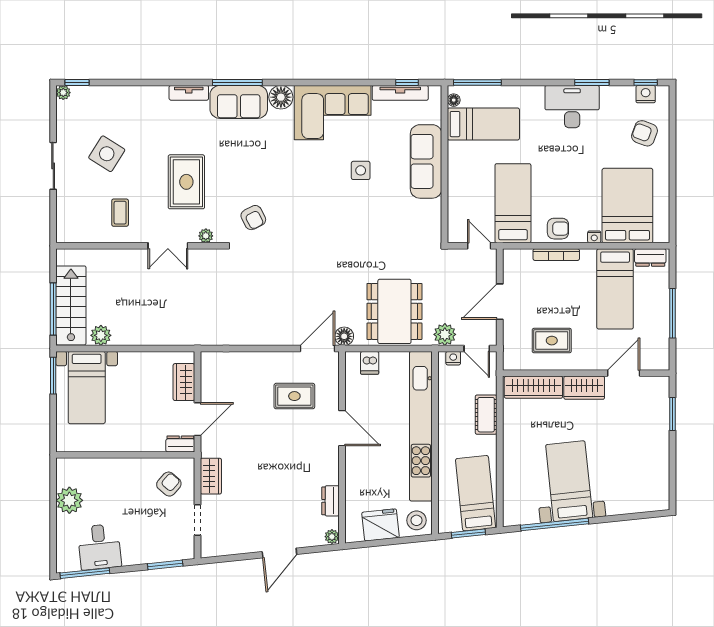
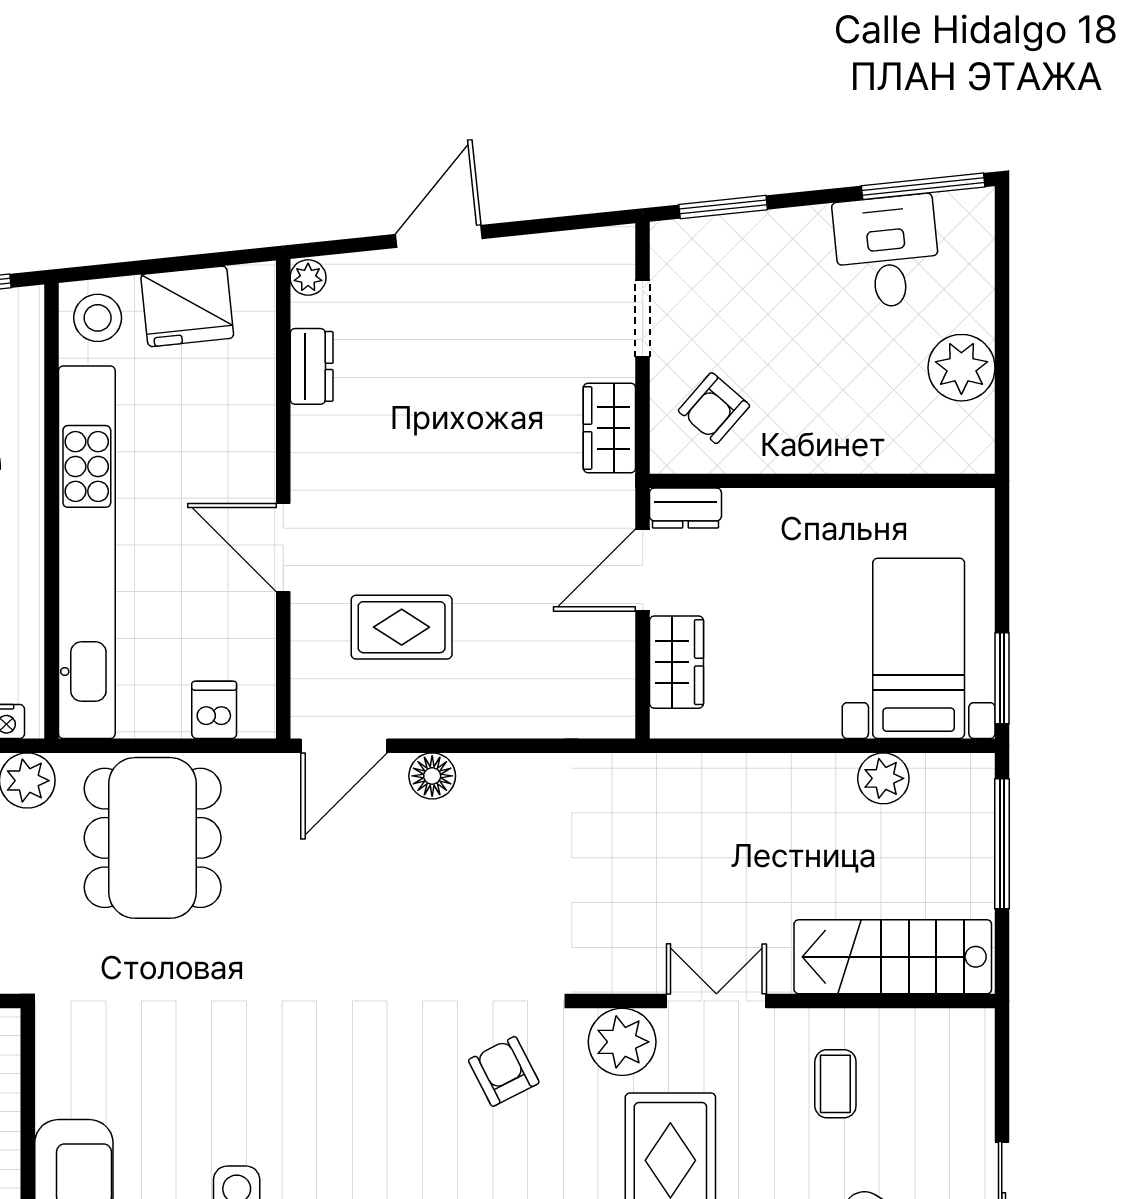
plant: (206, 236) -> (622, 1042), width x1.87, depth x1.87
stairs: (71, 305) -> (893, 957), moved, turned 90
floor lamp: (344, 336) -> (432, 776), moved

